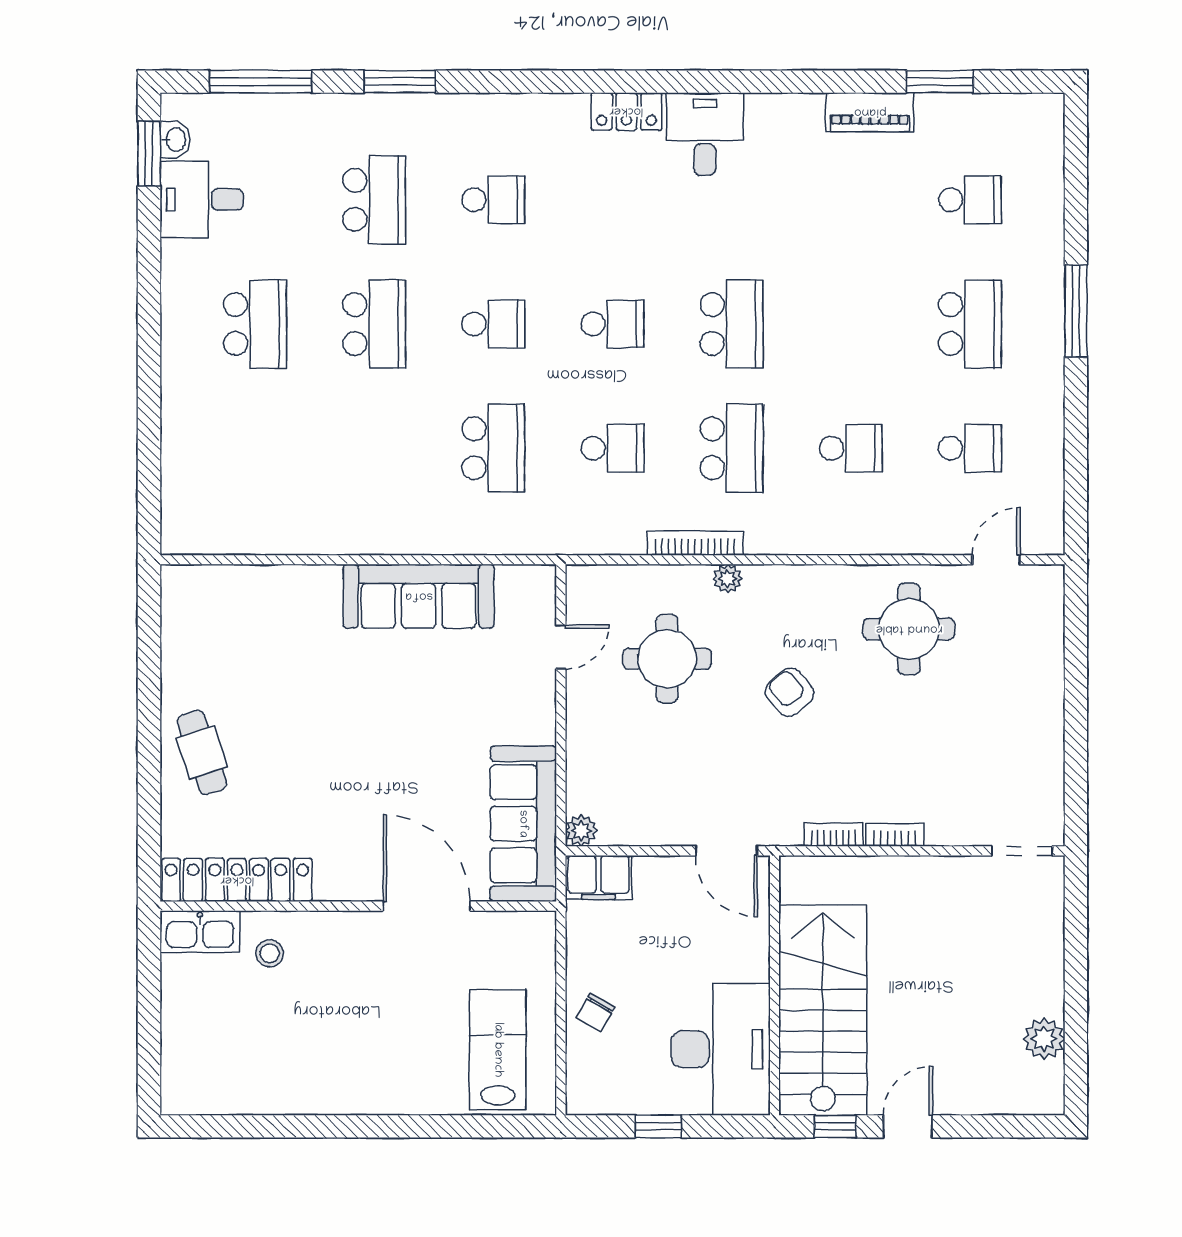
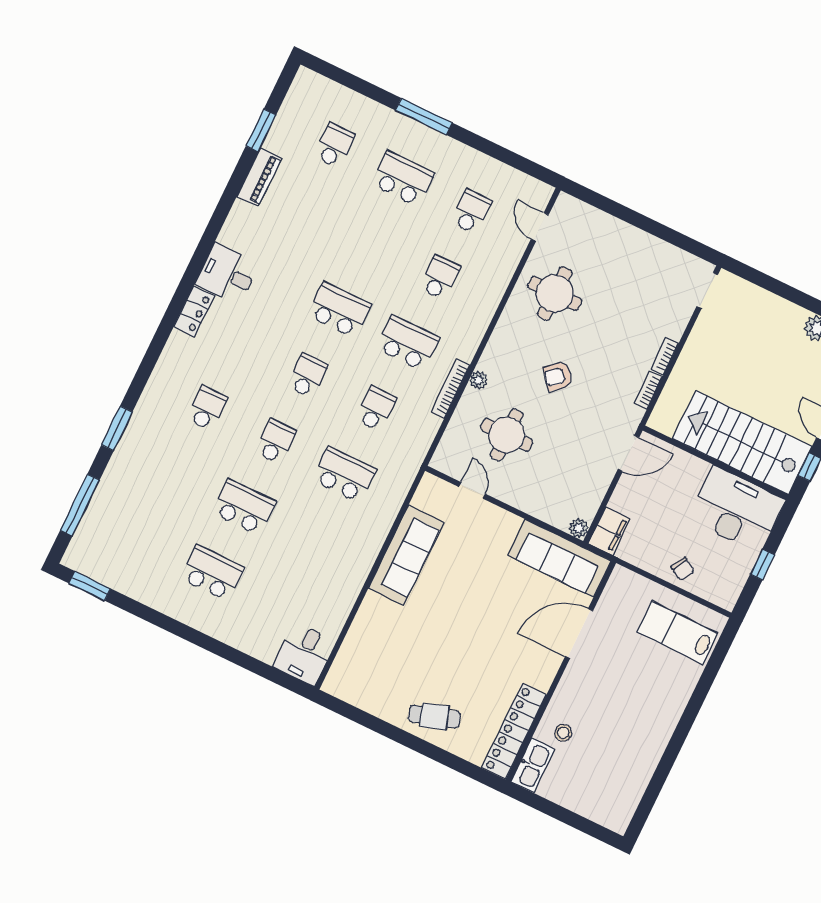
washbasin: (175, 140) -> (89, 568), removed
desk: (202, 199) -> (304, 654), moved
school desk: (374, 200) -> (175, 474), removed

